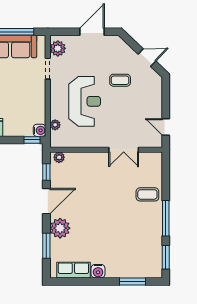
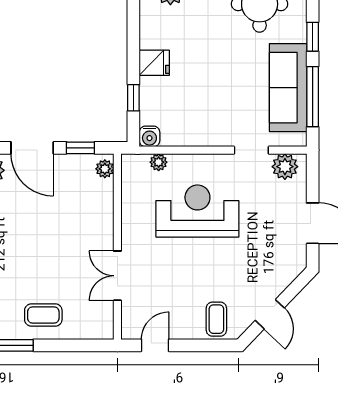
coffee table: (120, 80) -> (216, 319), moved
reception desk: (85, 101) -> (197, 211), turned 180
window: (32, 140) -> (133, 98), moved
coffee table: (147, 194) -> (43, 315), turned 90

